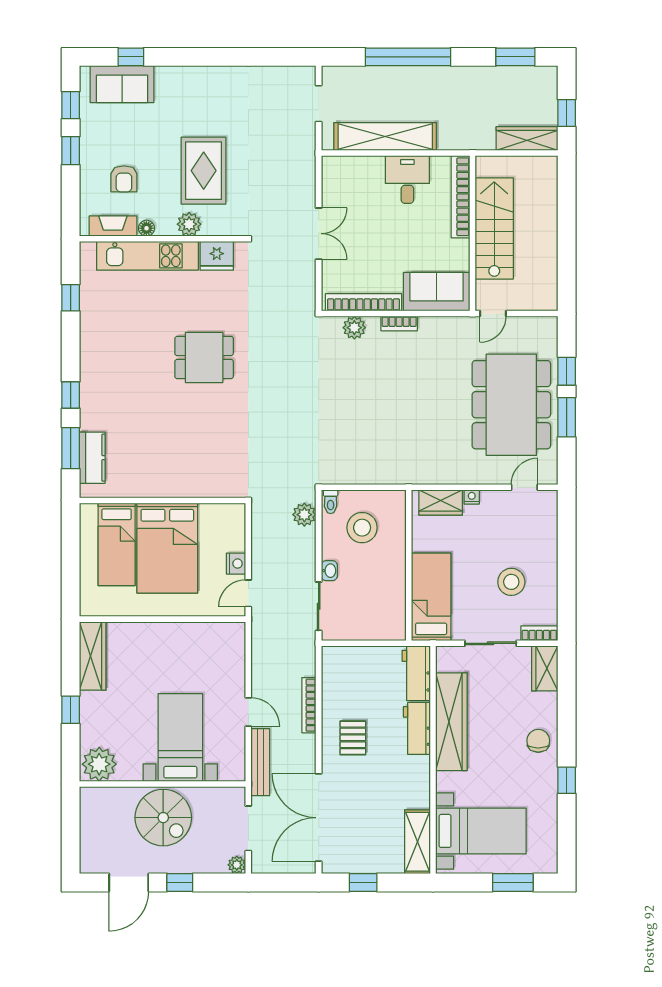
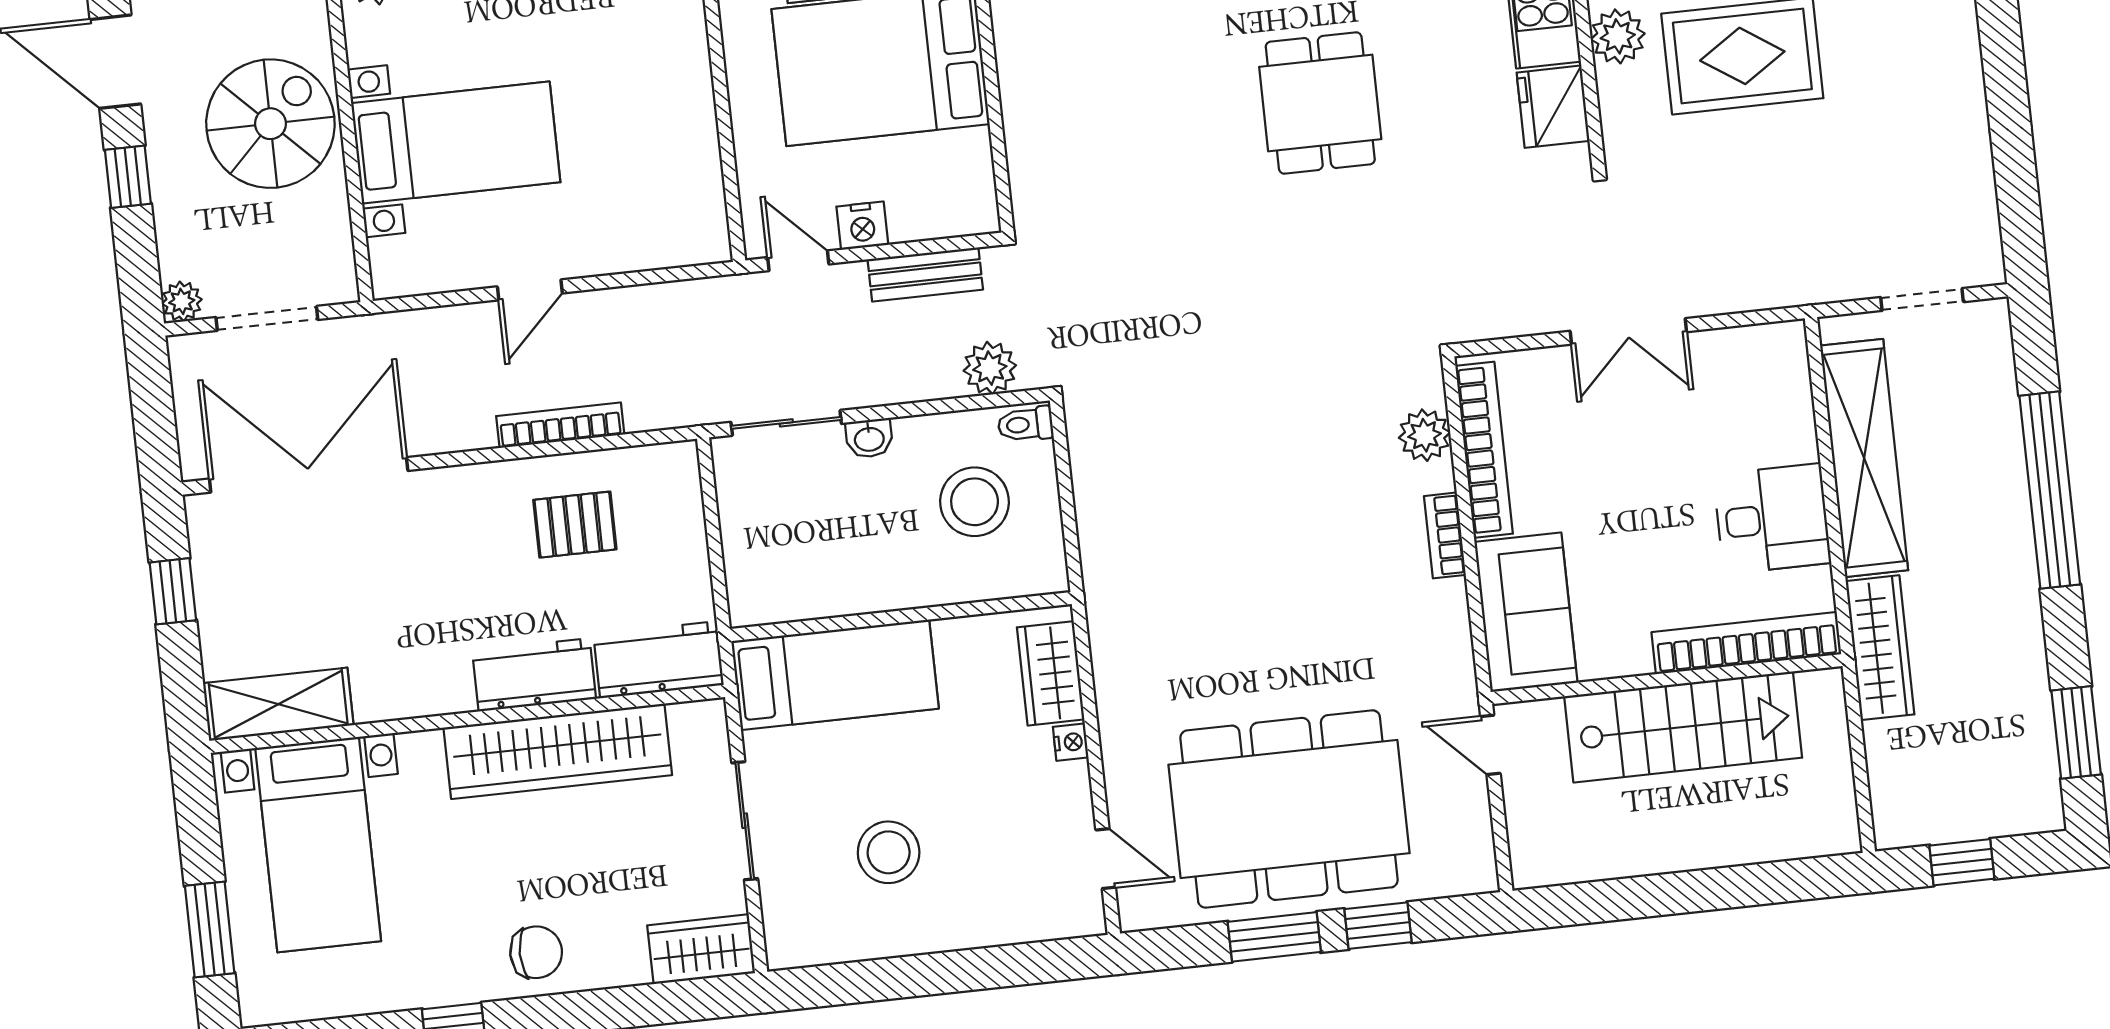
wardrobe: (527, 139) -> (1880, 648), moved
bookcase: (539, 633) -> (779, 928), removed
pallet: (353, 738) -> (575, 525), moved
bench: (260, 762) -> (925, 274), moved, width x0.73
spiral stairs: (163, 818) -> (270, 124), turned 180

